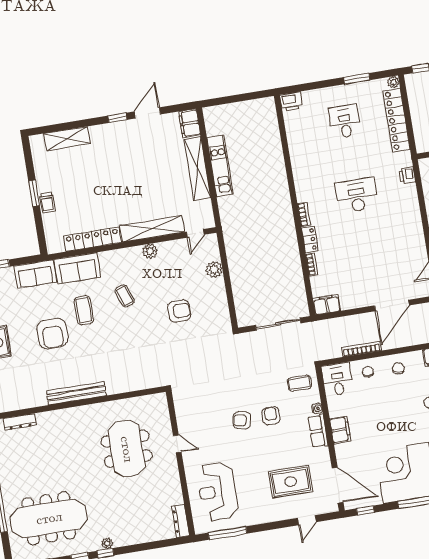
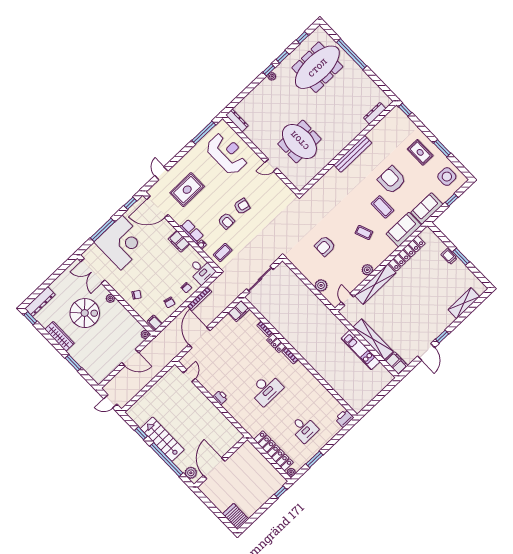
printer: (407, 175) -> (220, 397), moved

